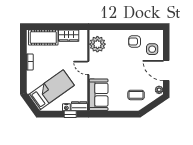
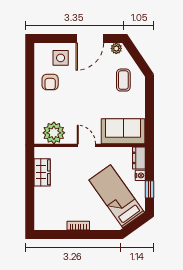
cot: (43, 38) -> (45, 207), removed
door: (88, 68) -> (86, 145), swing flipped
window: (70, 114) -> (150, 189), moved

